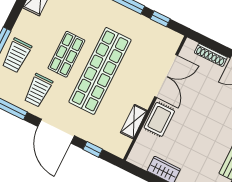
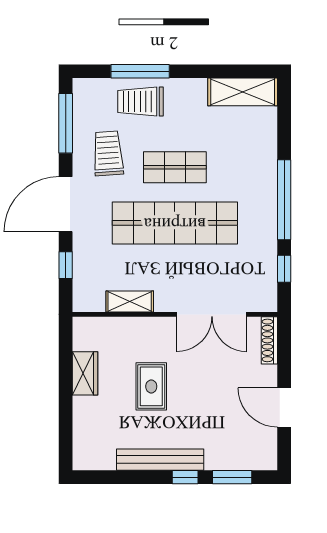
shoe rack: (211, 55) -> (269, 340), moved
trolley: (38, 90) -> (108, 153), turned 86
rug: (159, 119) -> (151, 386), moved, turned 90

